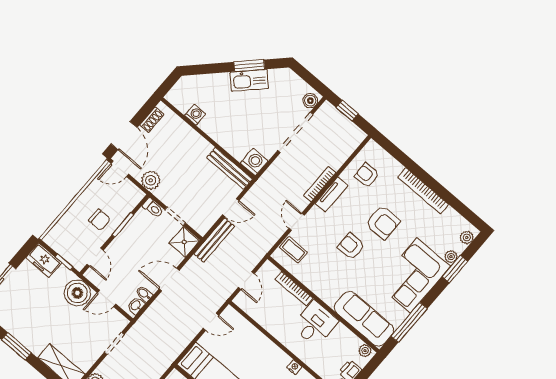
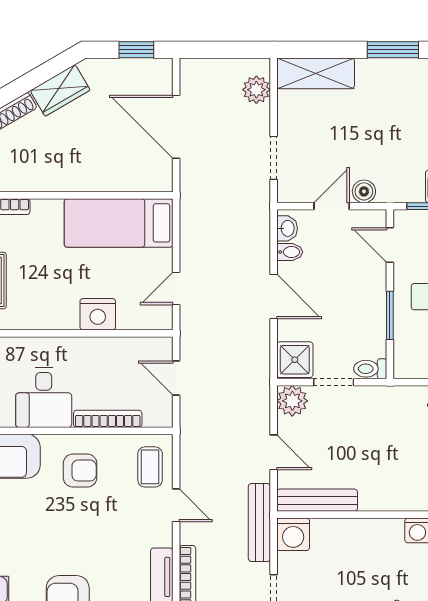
plant: (151, 180) -> (292, 401), moved
door: (231, 208) -> (274, 452), swing flipped
bench: (214, 240) -> (259, 523), moved
armchair: (351, 246) -> (80, 471), moved
coffee table: (293, 250) -> (150, 467), turned 90
door: (169, 280) -> (274, 296), hinge flipped
boiler: (77, 293) -> (364, 191), width x0.54, depth x0.54
nightstand: (294, 367) -> (98, 314), moved, width x1.89, depth x1.79

